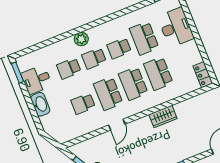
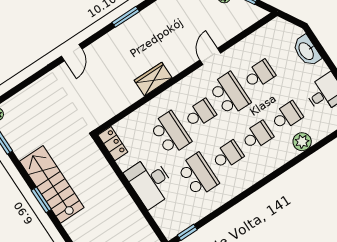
desk: (176, 27) -> (150, 182), moved
plant: (81, 39) -> (302, 142), moved
school desk: (133, 84) -> (200, 114), width x0.54
washbasin: (40, 104) -> (307, 51), moved

